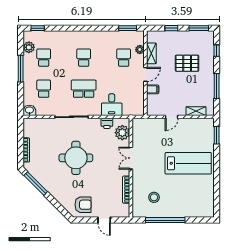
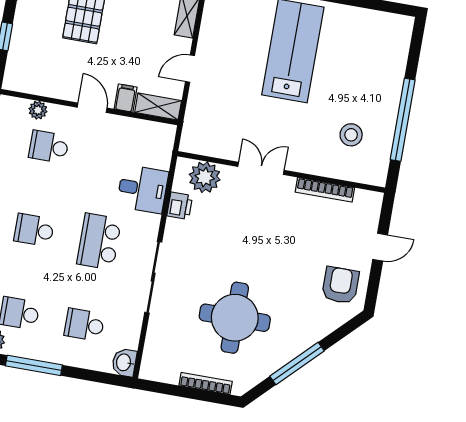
shelving: (151, 53) -> (158, 107), moved
door: (172, 117) -> (190, 69), swing flipped
round table: (76, 158) -> (235, 318), moved
double door: (131, 158) -> (261, 168), swing flipped
window: (36, 184) -> (297, 364), moved

